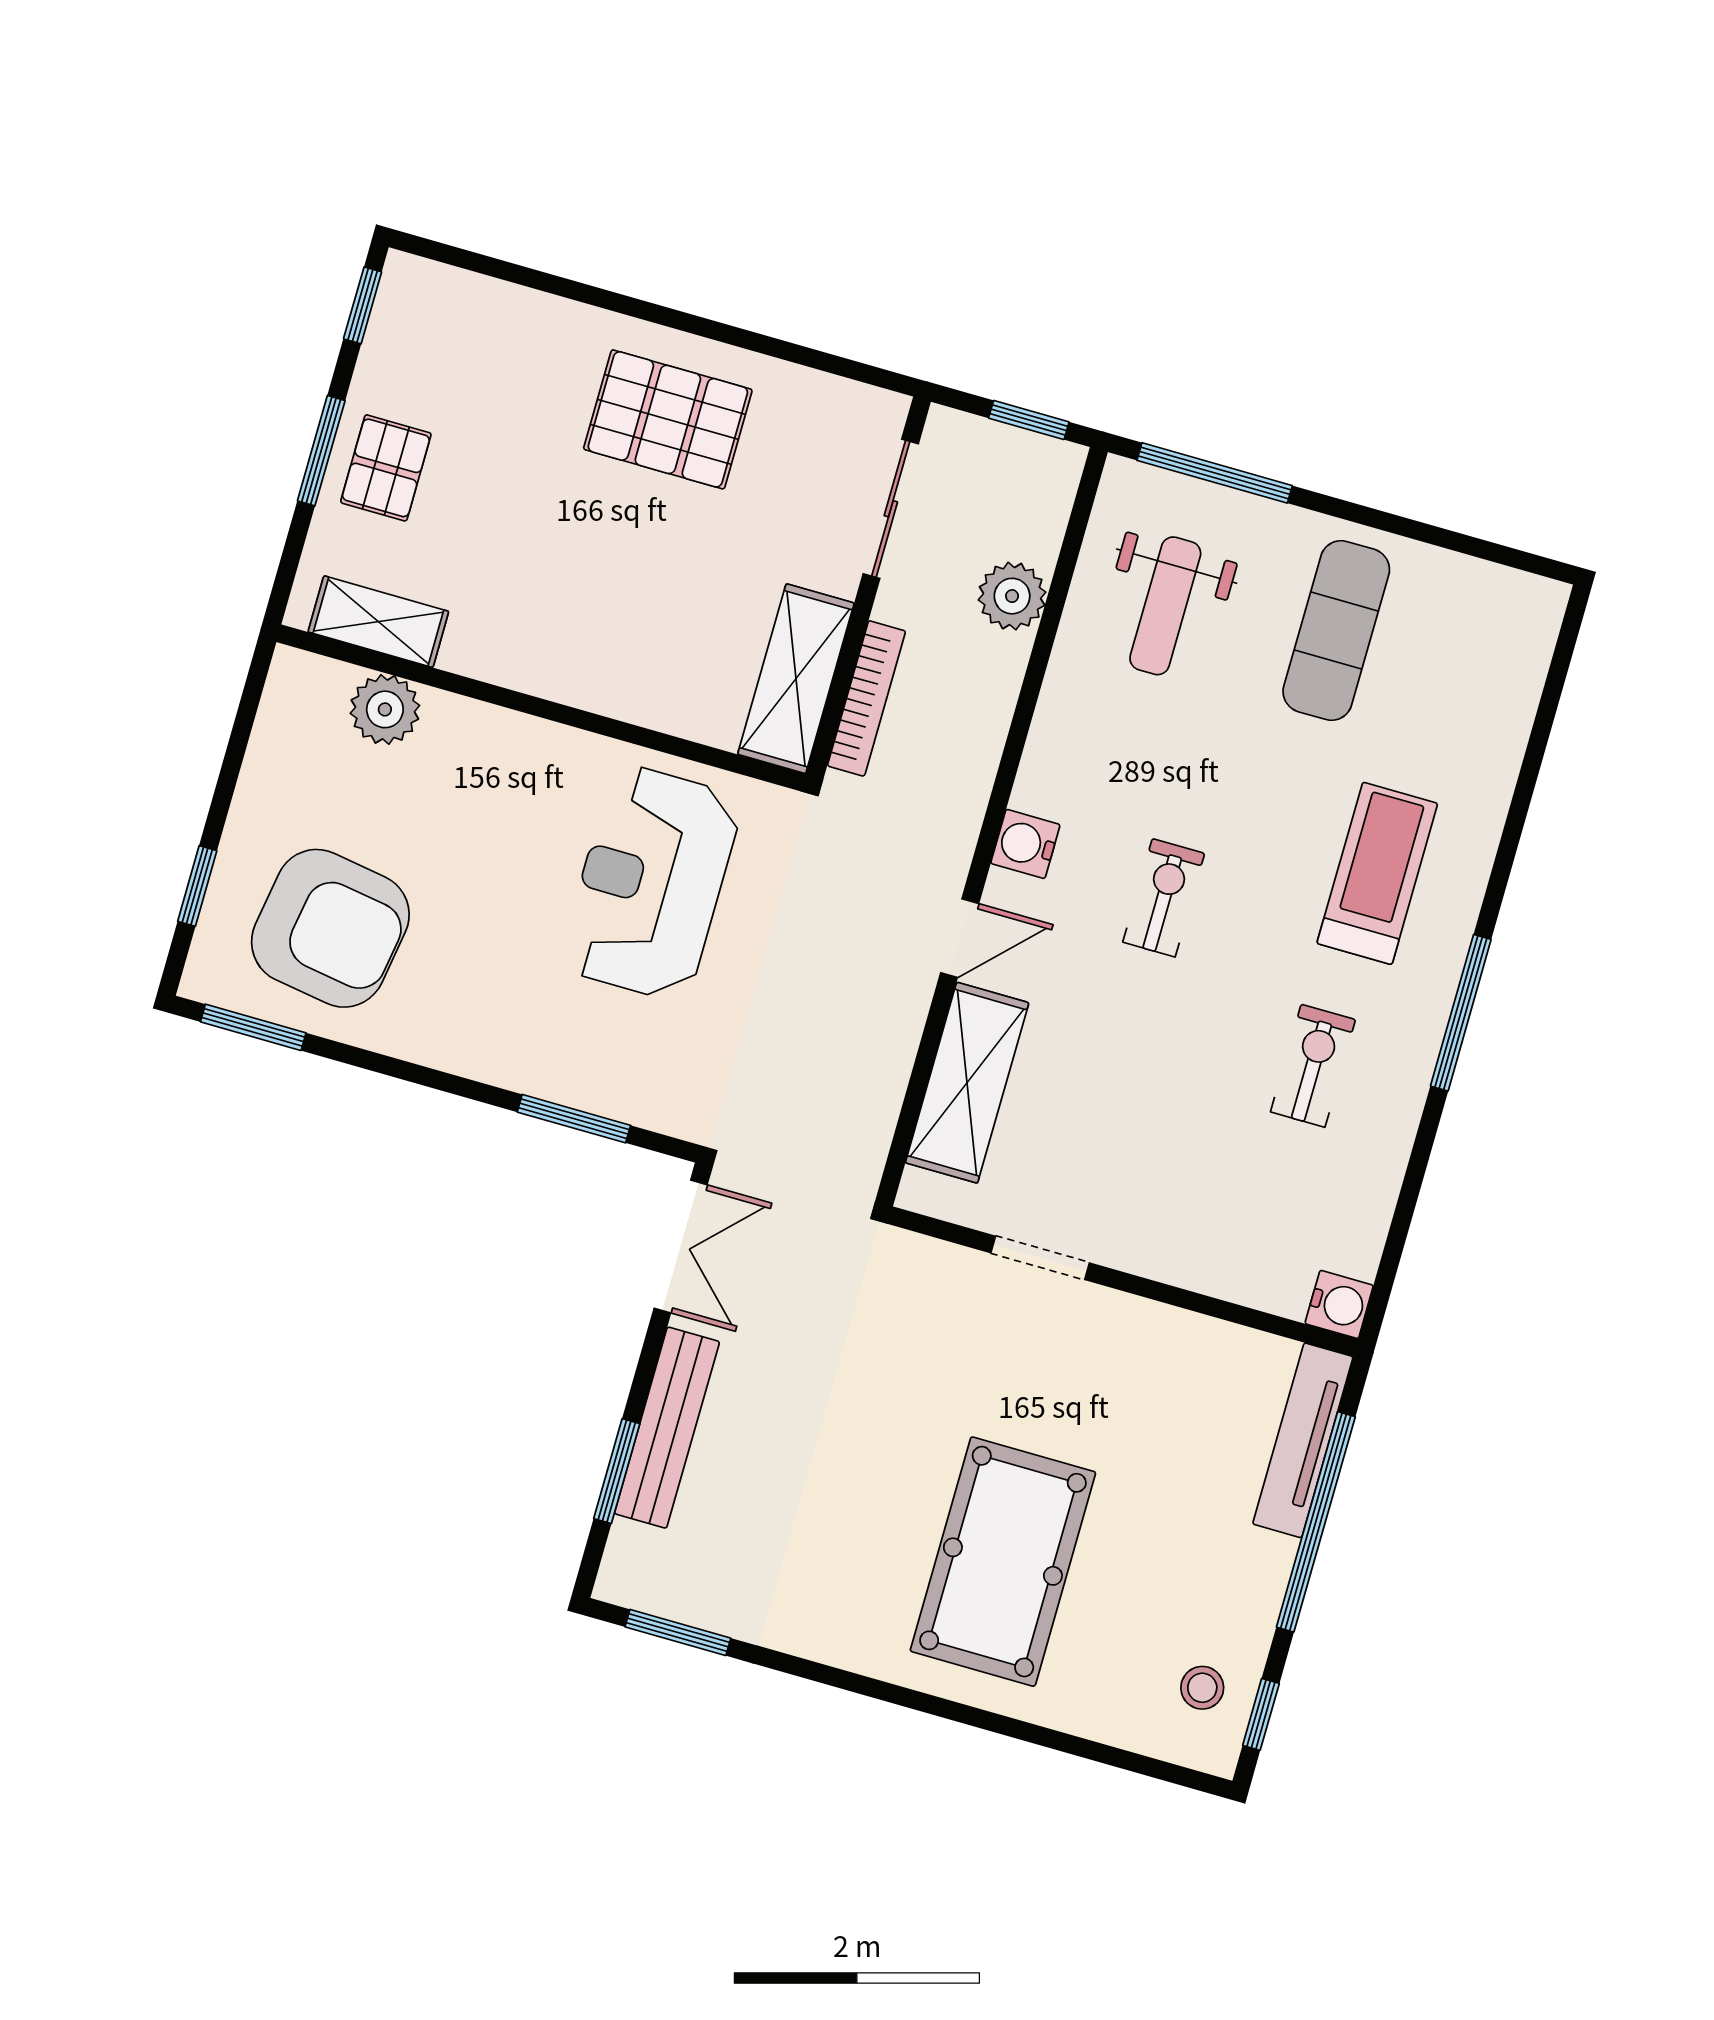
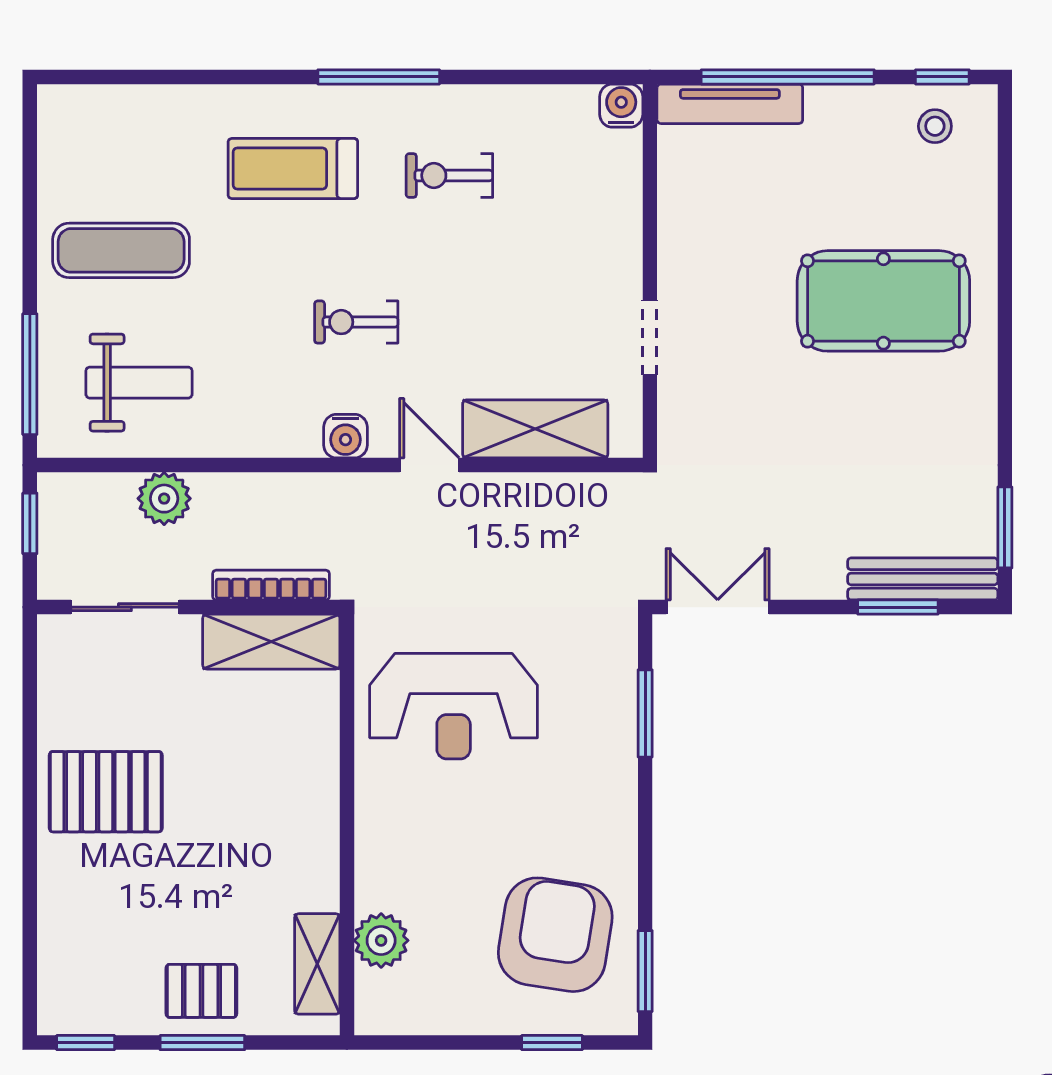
pallet: (668, 419) -> (106, 792), turned 90
bench: (667, 1428) -> (923, 579), moved

